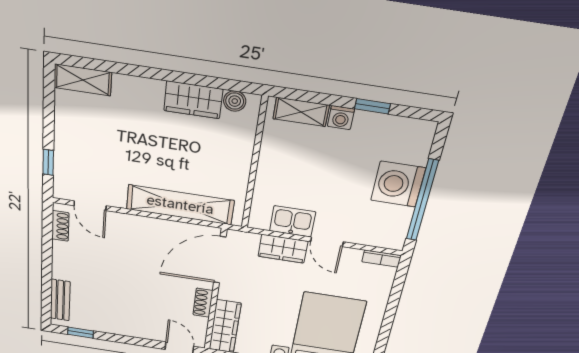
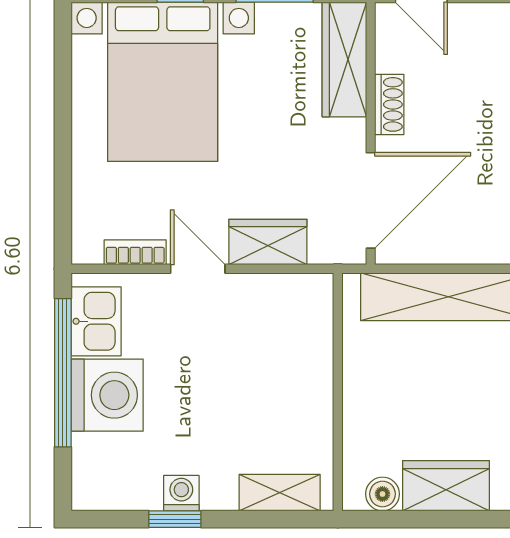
washing machine: (341, 118) -> (181, 493), moved
kitchen sink: (293, 221) -> (96, 321), moved, turned -90
bookcase: (382, 259) -> (135, 252), moved

